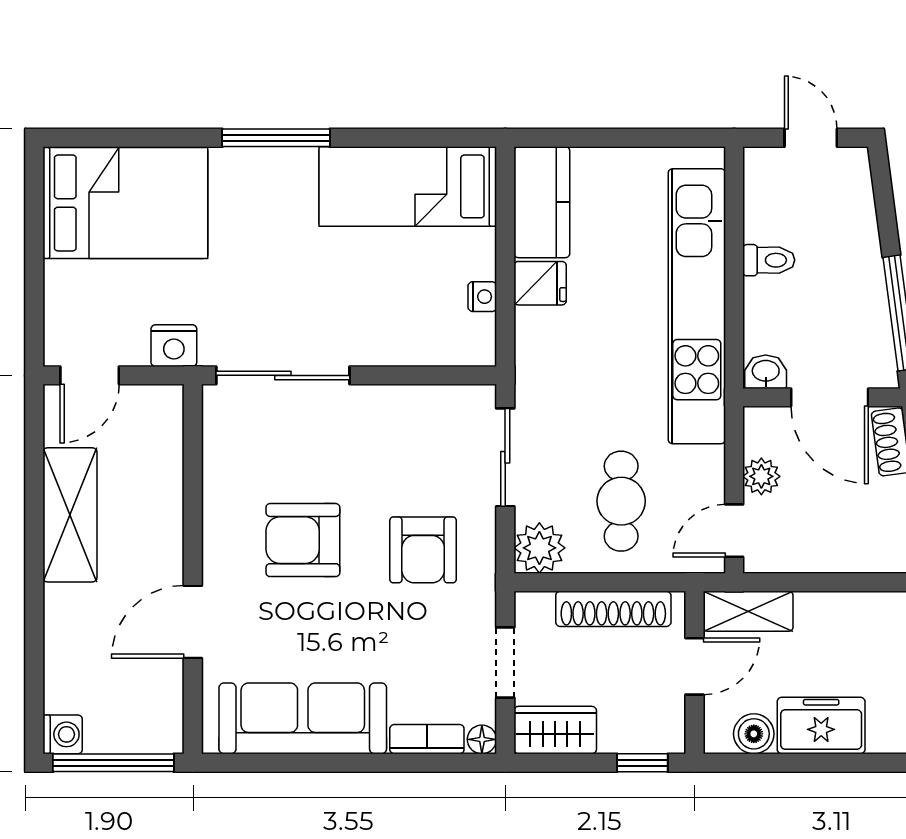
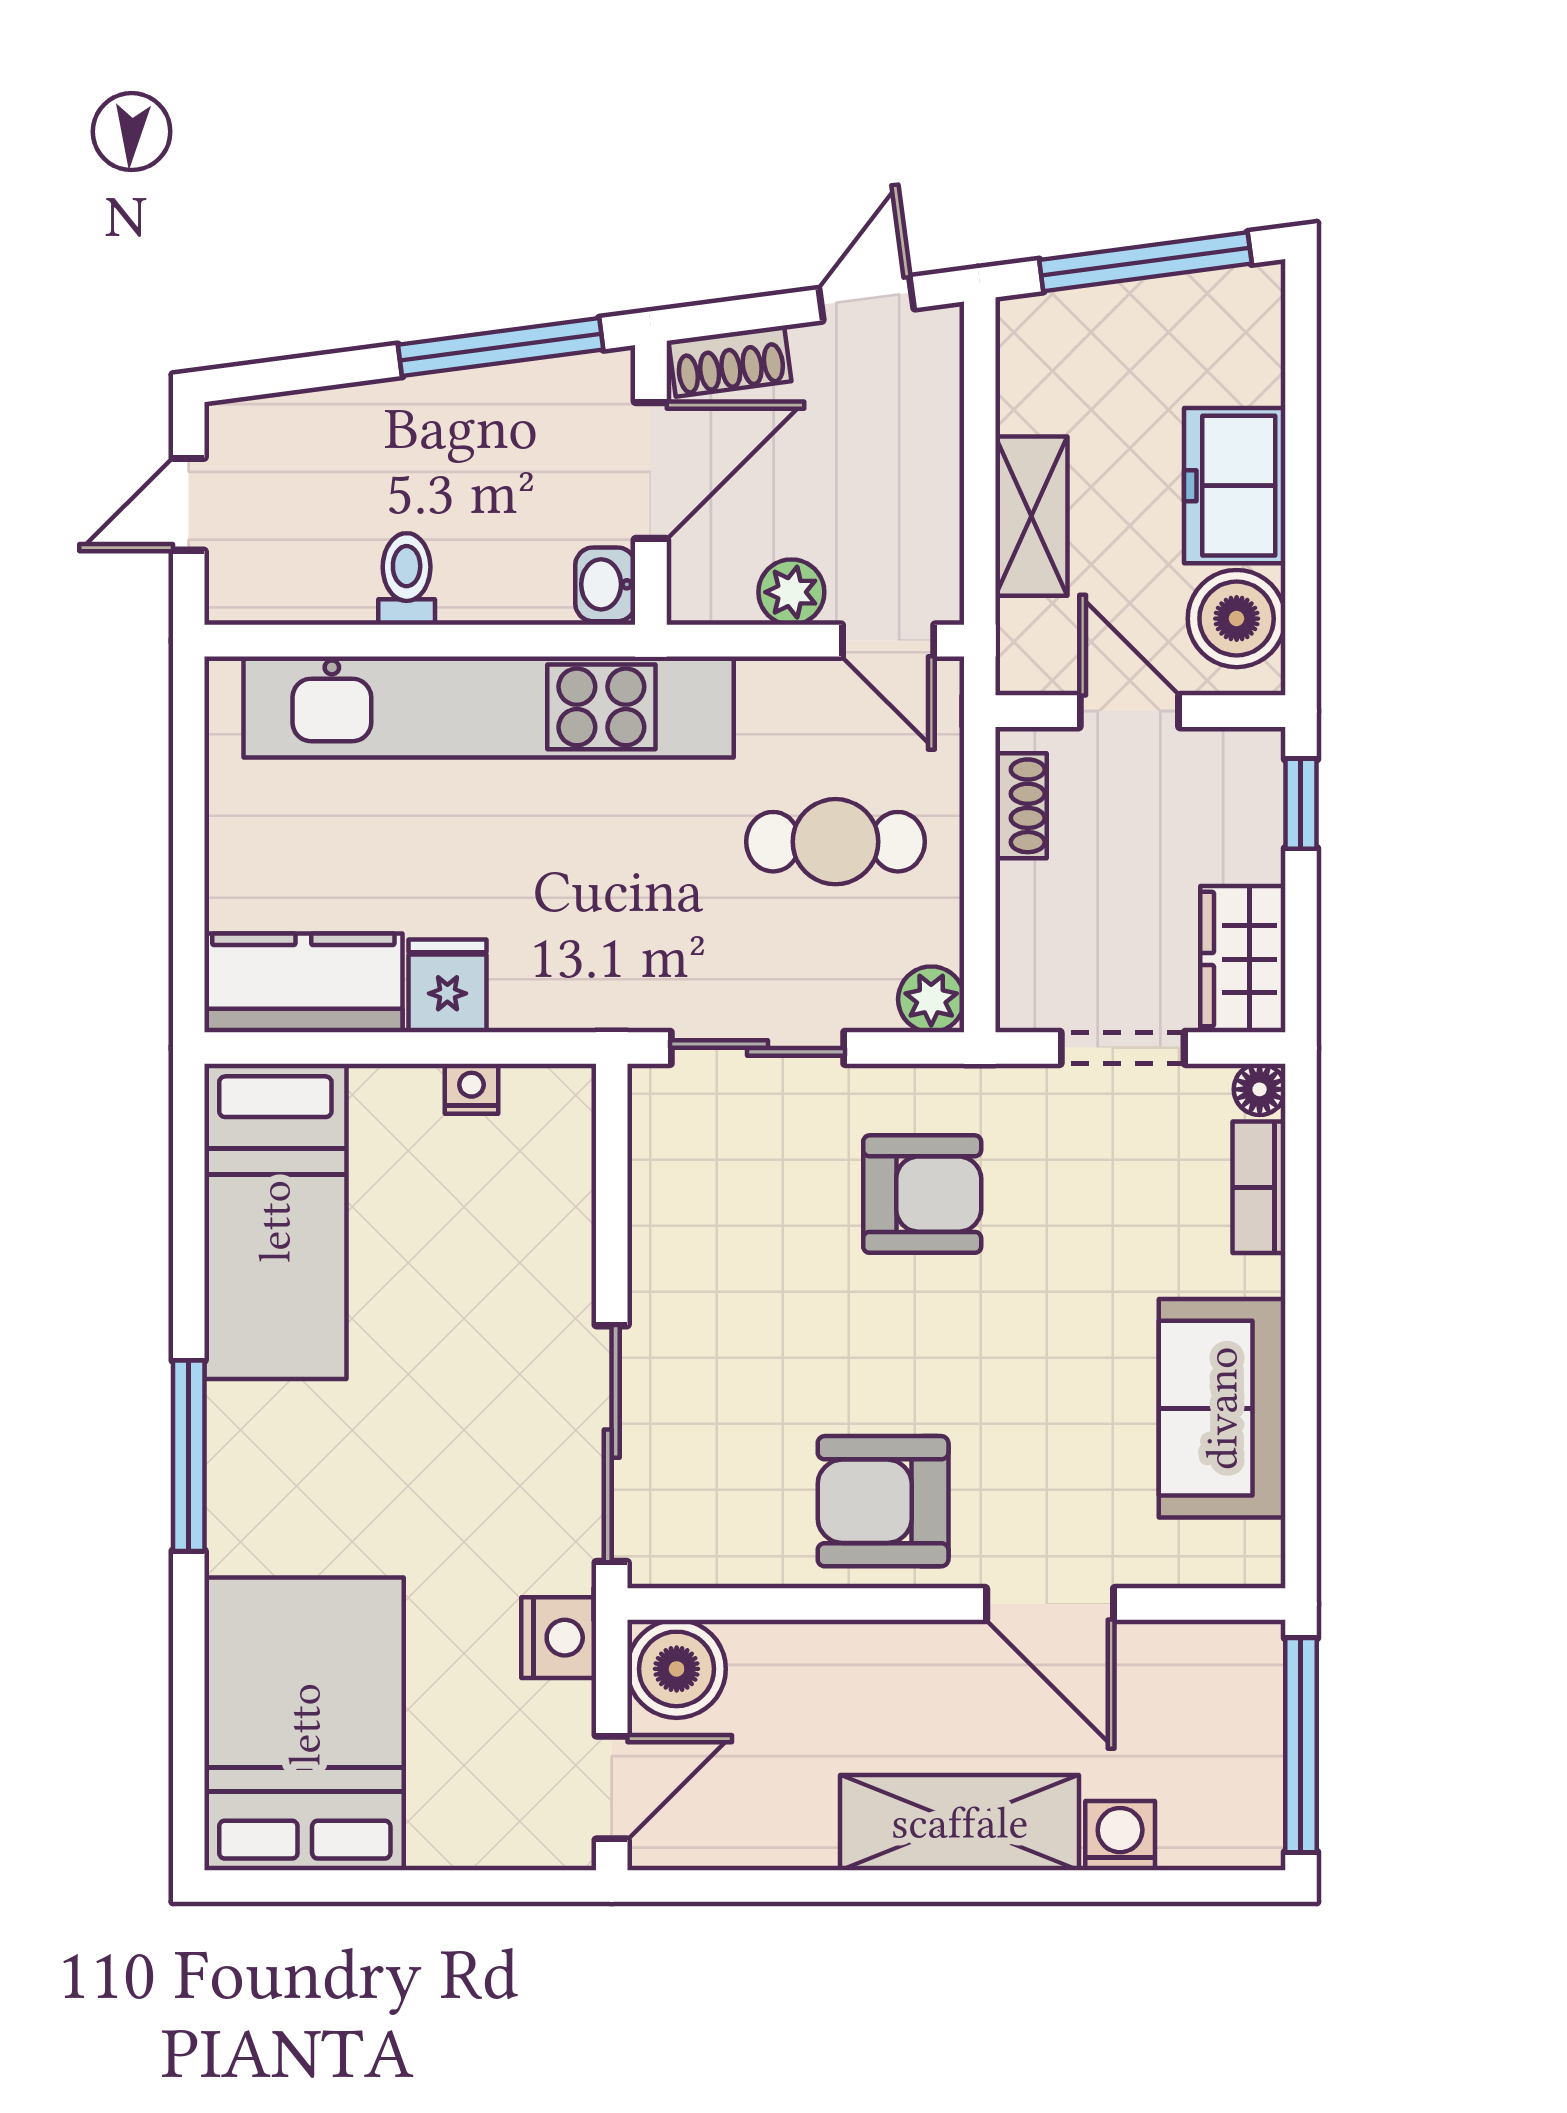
door: (90, 375) -> (612, 1787), hinge flipped
boiler: (156, 412) -> (677, 1669), added
shelving: (70, 515) -> (960, 1823), moved
armchair: (303, 540) -> (883, 1501), moved, turned 90
plant: (539, 548) -> (931, 999), width x0.73, depth x0.73
shoe rack: (613, 609) -> (1021, 806), width x0.51, depth x0.81
shelving: (748, 611) -> (1031, 516), moved
sofa: (303, 718) -> (1222, 1408), width x0.73
washing machine: (63, 734) -> (1120, 1836), moved
boiler: (754, 734) -> (1237, 619), width x1.36, depth x1.36

